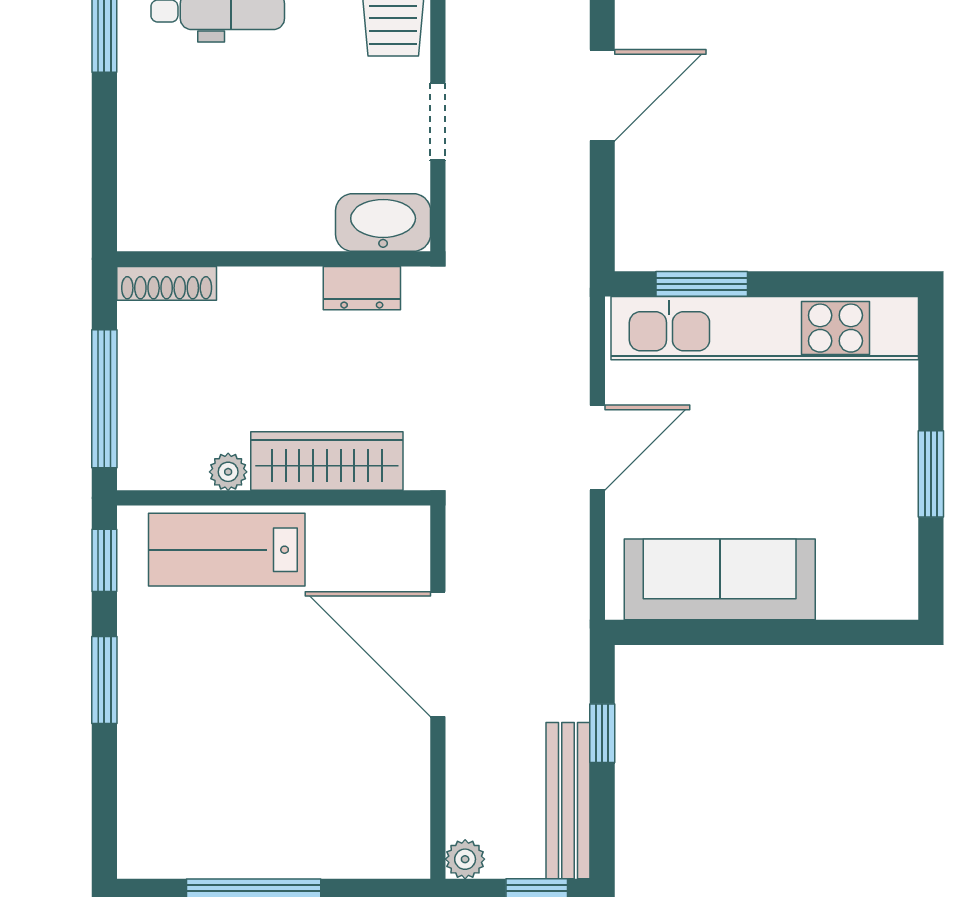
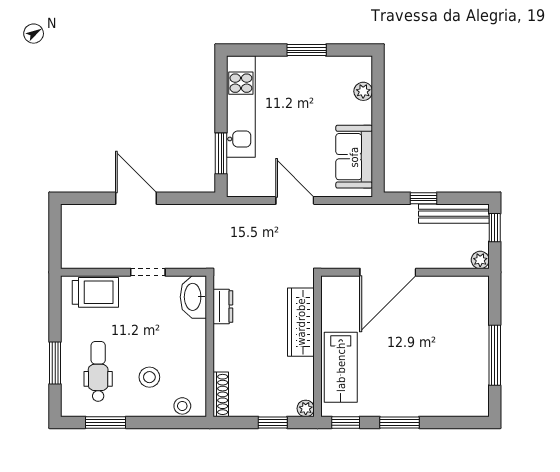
stool: (205, 125) -> (149, 377), added
stool: (141, 198) -> (182, 406), added
kitchen unit: (765, 328) -> (241, 106), width x0.73
window: (104, 399) -> (273, 422), width x0.46
plant: (228, 472) -> (306, 408), moved
sofa: (720, 579) -> (354, 157), width x0.73
plant: (839, 599) -> (363, 91), added

